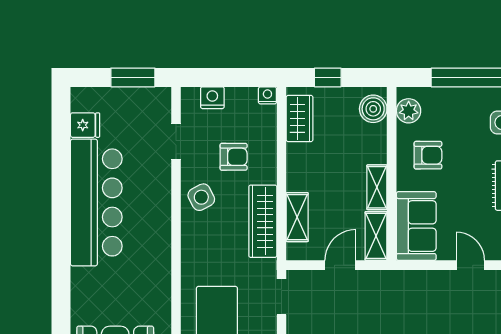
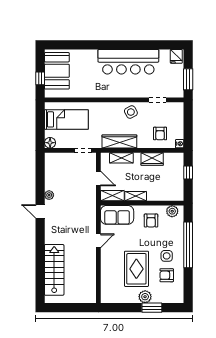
nightstand: (212, 98) -> (179, 117), removed
boiler: (373, 109) -> (173, 194), removed
wardrobe: (300, 119) -> (152, 159), moved
fridge: (85, 125) -> (176, 56), moved
armchair: (234, 157) -> (160, 133), moved

